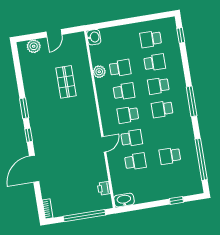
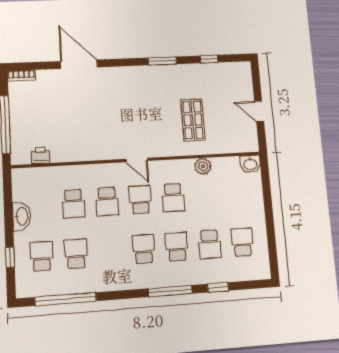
window: (181, 35) -> (218, 287), moved
plant: (34, 46) -> (244, 83), removed
school desk: (120, 68) -> (42, 256), moved, turned 180
shop shelf: (66, 82) -> (193, 120), turned 90
window: (192, 101) -> (170, 291), moved
window: (29, 135) -> (209, 59), moved
door: (104, 144) -> (137, 160), moved
washbasin: (124, 200) -> (22, 216), moved

